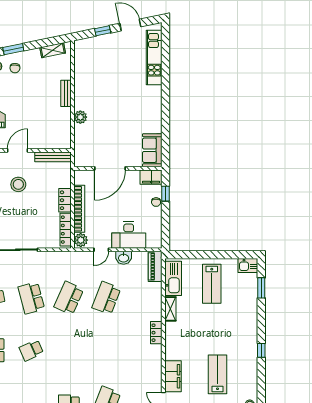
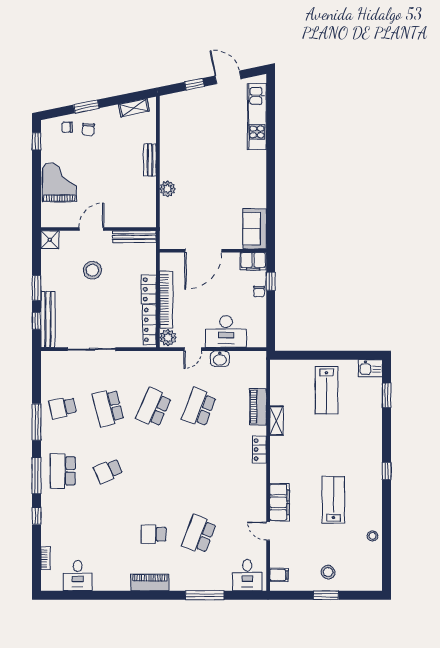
piano: (155, 266) -> (258, 407), moved
kitchen sink: (173, 278) -> (280, 384), removed

